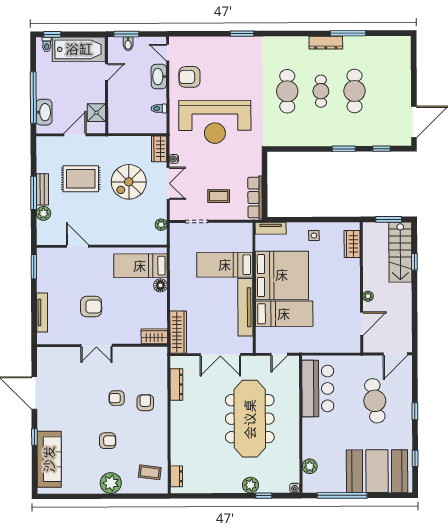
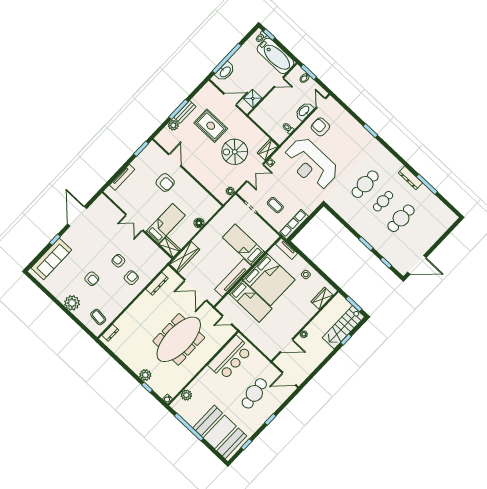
bed: (140, 266) -> (166, 224), moved, turned 90
armchair: (91, 307) -> (165, 183), moved

